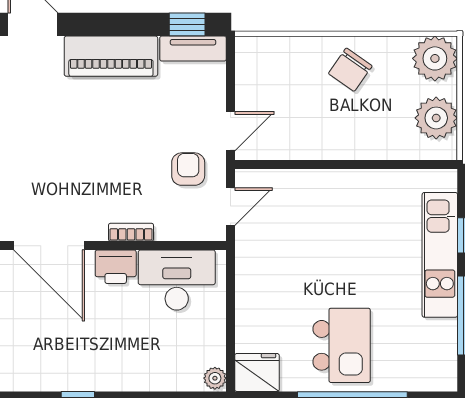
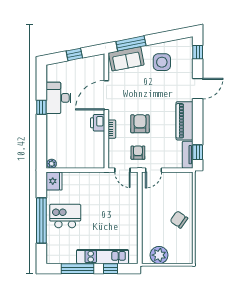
plant: (435, 58) -> (184, 255), removed
door: (230, 131) -> (154, 170), hinge flipped
armchair: (118, 164) -> (140, 124), added
armchair: (188, 169) -> (138, 153), turned -90
desk: (177, 280) -> (59, 98), moved, turned 180
kitchen island: (342, 345) -> (65, 216), turned 180

